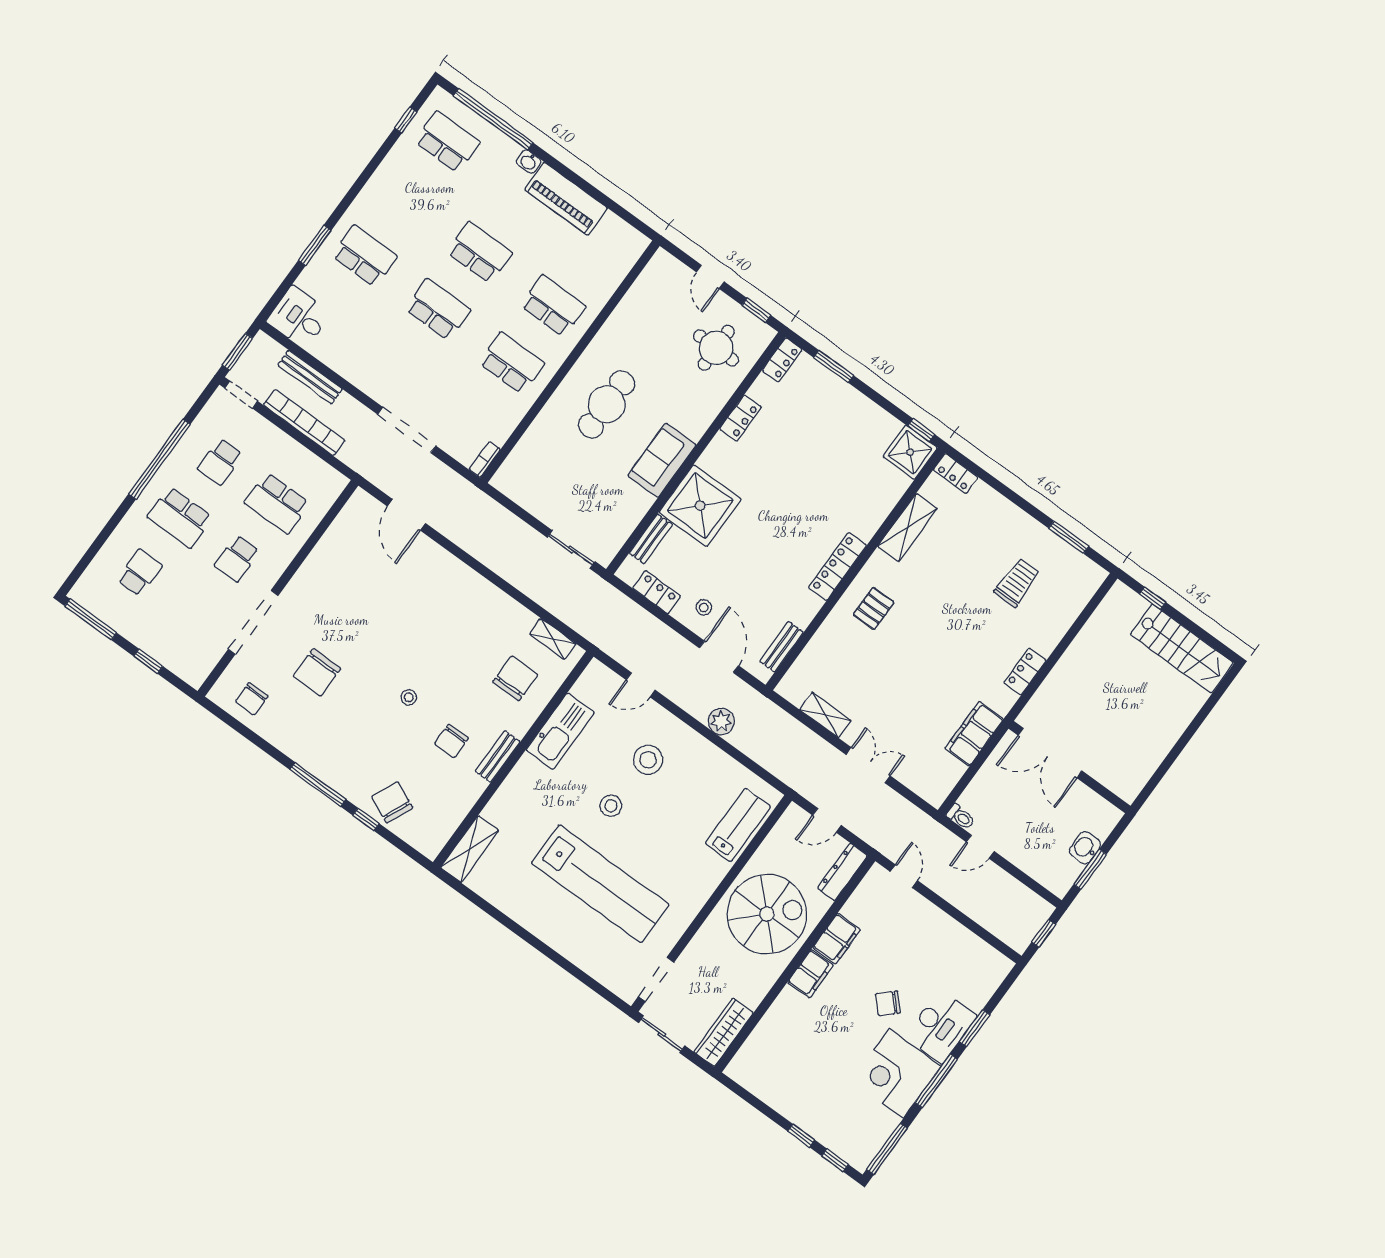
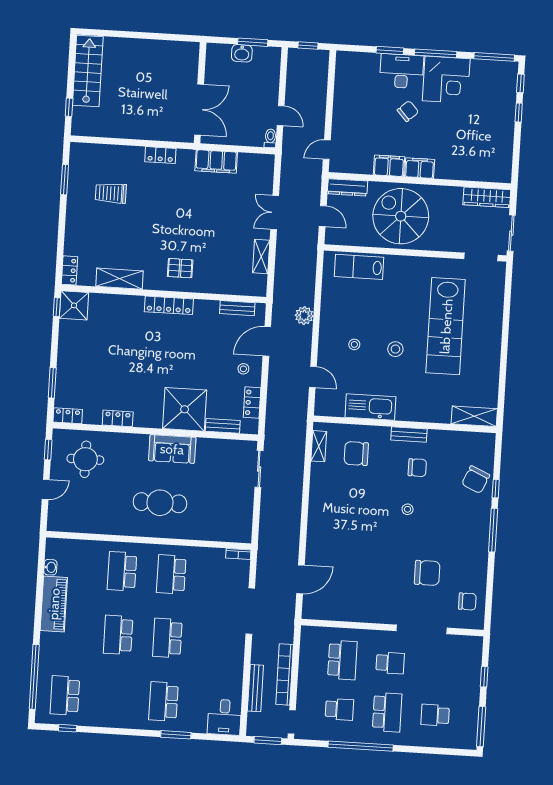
washbasin: (529, 162) -> (50, 567), moved
stool: (648, 760) -> (354, 344), width x0.53, depth x0.53
lab bench: (600, 884) -> (446, 326), turned 180
chair: (888, 1003) -> (408, 111), turned -89

